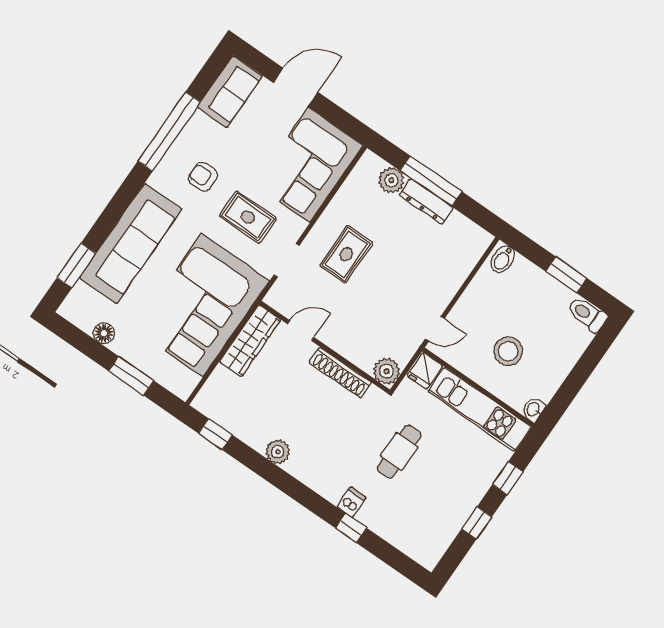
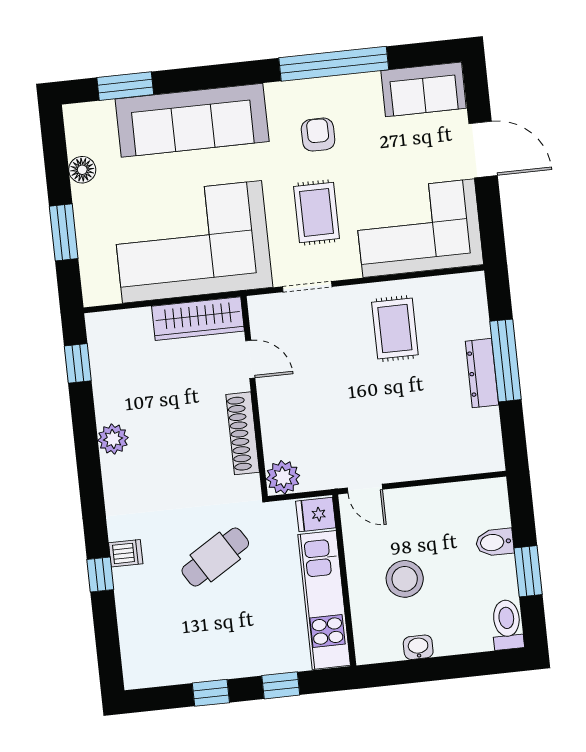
plant: (391, 180) -> (473, 321), removed
rug: (346, 254) -> (395, 329), moved, turned 90
bidet: (503, 259) -> (495, 542), moved
washbasin: (533, 409) -> (418, 647), moved
cafe table: (399, 452) -> (215, 557), turned -32

